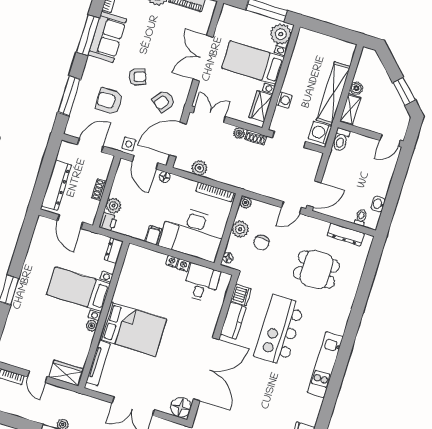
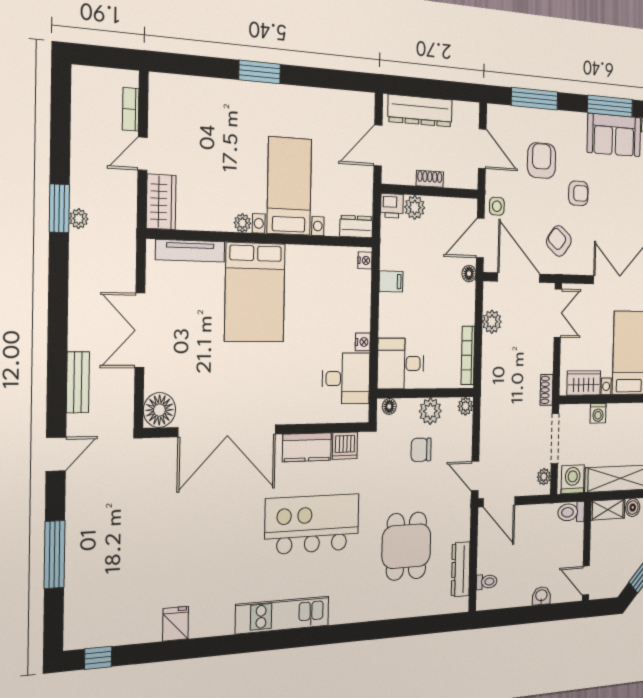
armchair: (137, 77) -> (578, 193), turned -69
plant: (239, 133) -> (544, 477), moved
washbasin: (378, 204) -> (541, 596), moved
desk: (193, 233) -> (401, 364), width x0.53, depth x0.77
nightstand: (172, 261) -> (365, 260), moved

